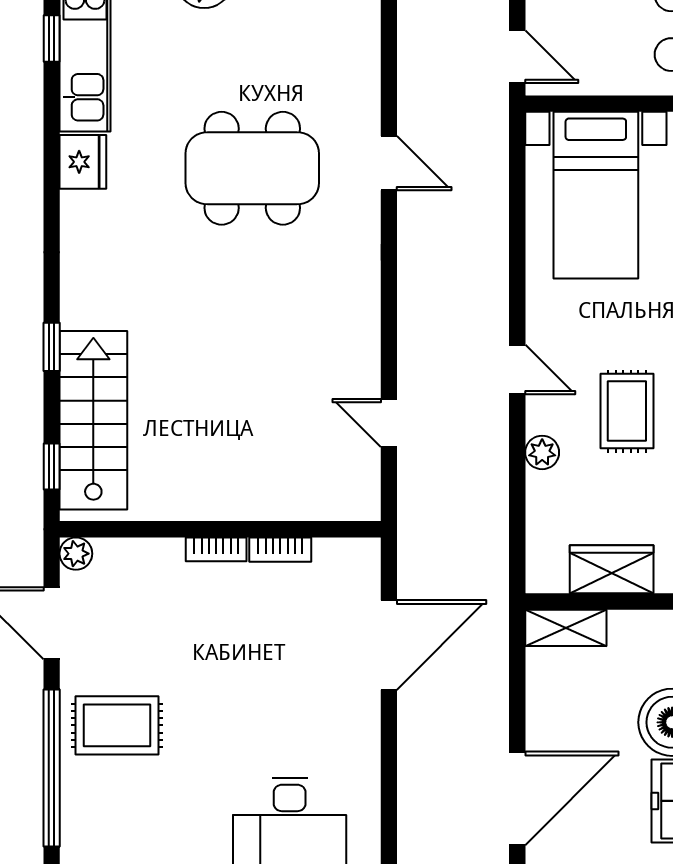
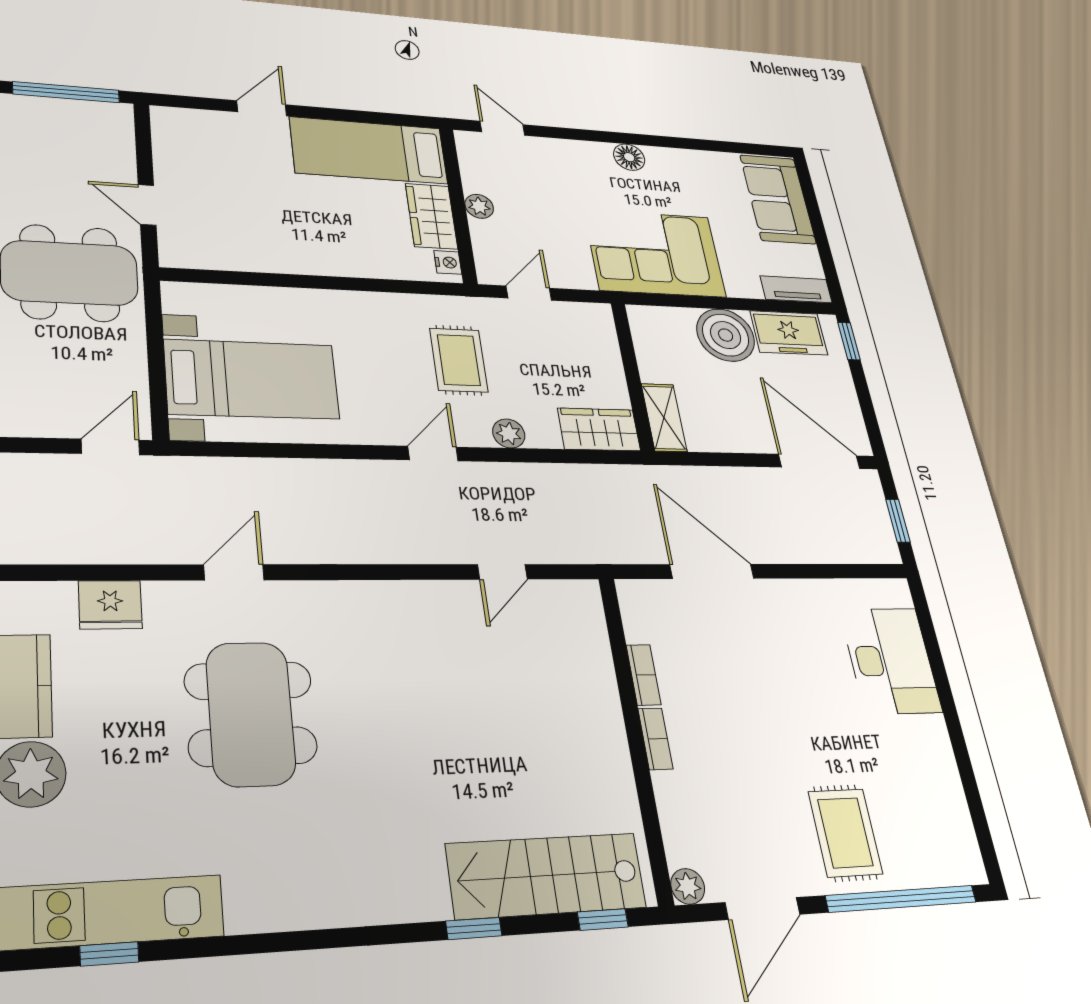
fridge: (83, 162) -> (110, 605), moved, turned 180
rug: (627, 411) -> (459, 360), turned 90
wardrobe: (612, 569) -> (599, 429), moved, turned 90

